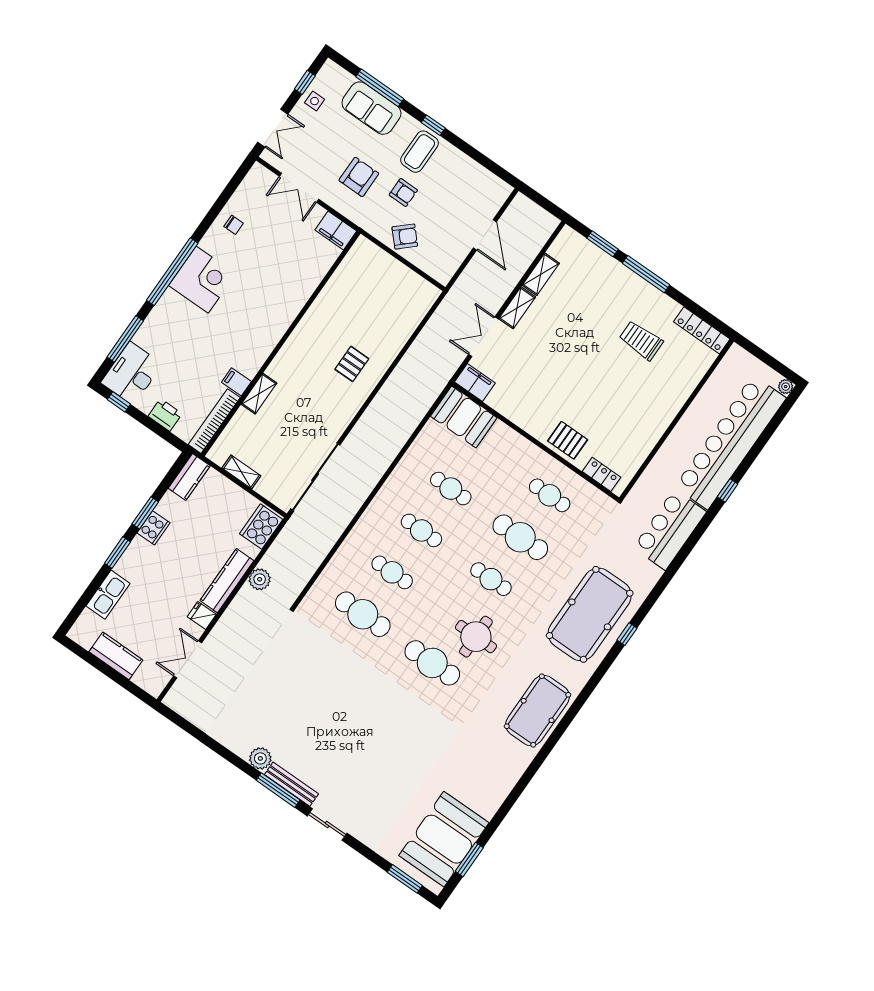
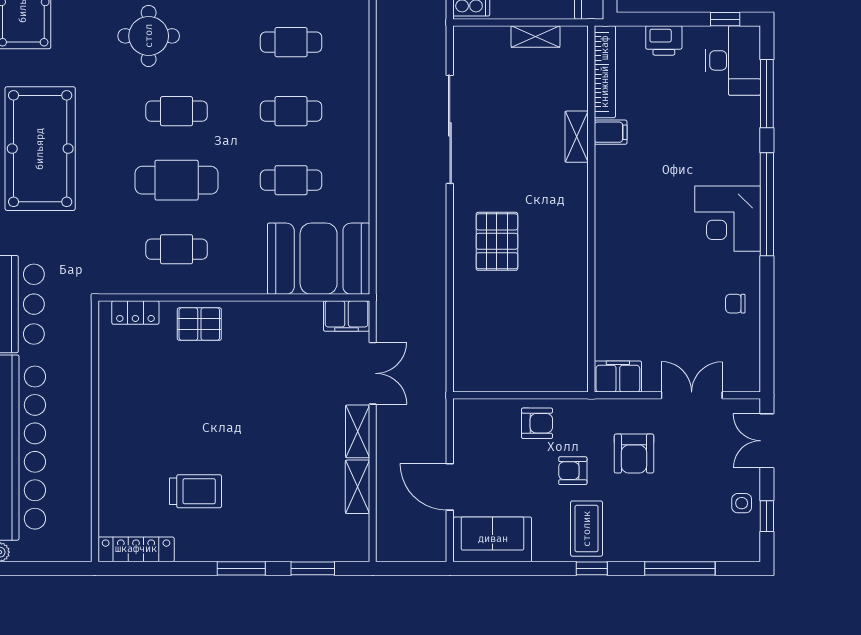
sofa: (371, 108) -> (493, 539), moved
armchair: (405, 237) -> (537, 423), turned -137
window: (646, 274) -> (241, 568), width x0.69
pallet: (352, 364) -> (497, 241), width x1.50, depth x1.42
booth: (464, 417) -> (319, 259), width x1.36, depth x1.42
sliding door: (315, 477) -> (450, 129), moved

